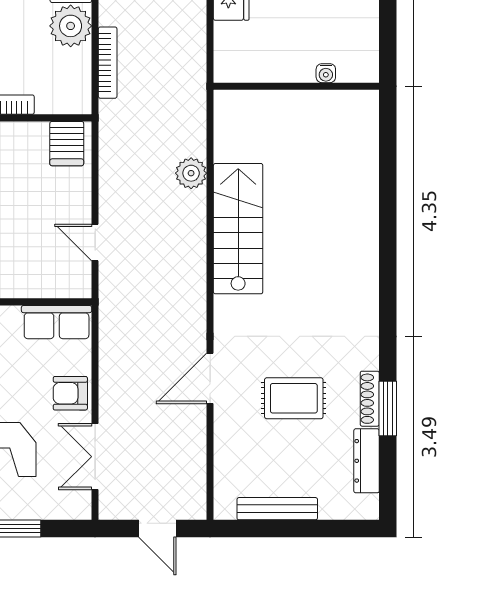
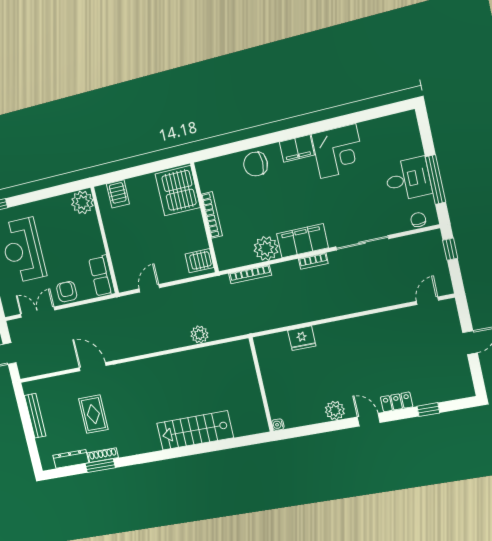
water cooler: (326, 73) -> (278, 425), moved
stairs: (238, 229) -> (195, 430), moved, turned 180

